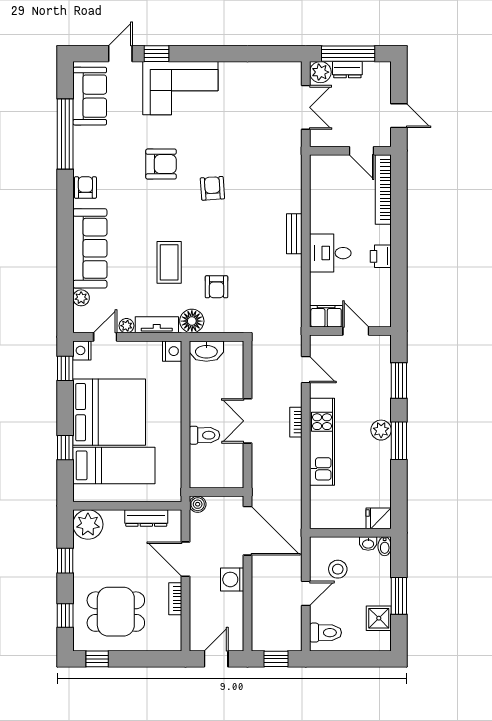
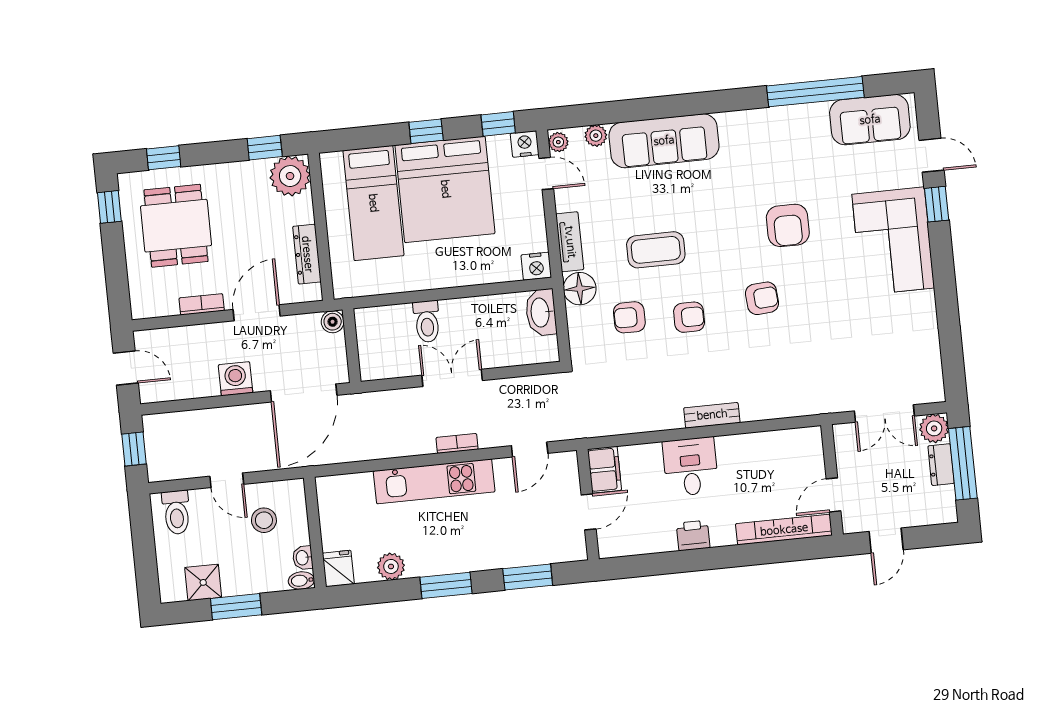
armchair: (85, 187) -> (689, 317), moved
plant: (126, 326) -> (558, 142), moved
plant: (381, 430) -> (391, 566), moved
window: (65, 448) -> (426, 131), moved
window: (65, 561) -> (265, 148), moved

